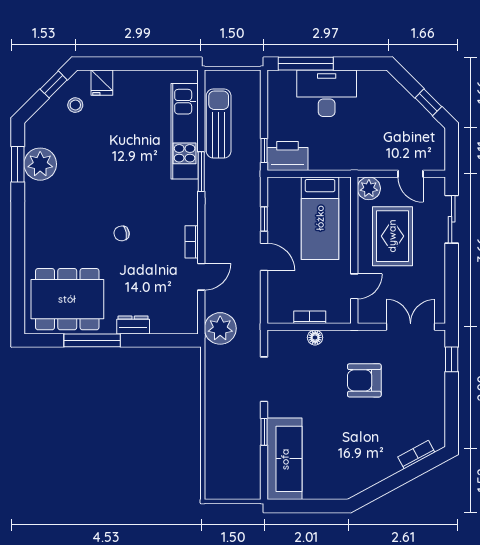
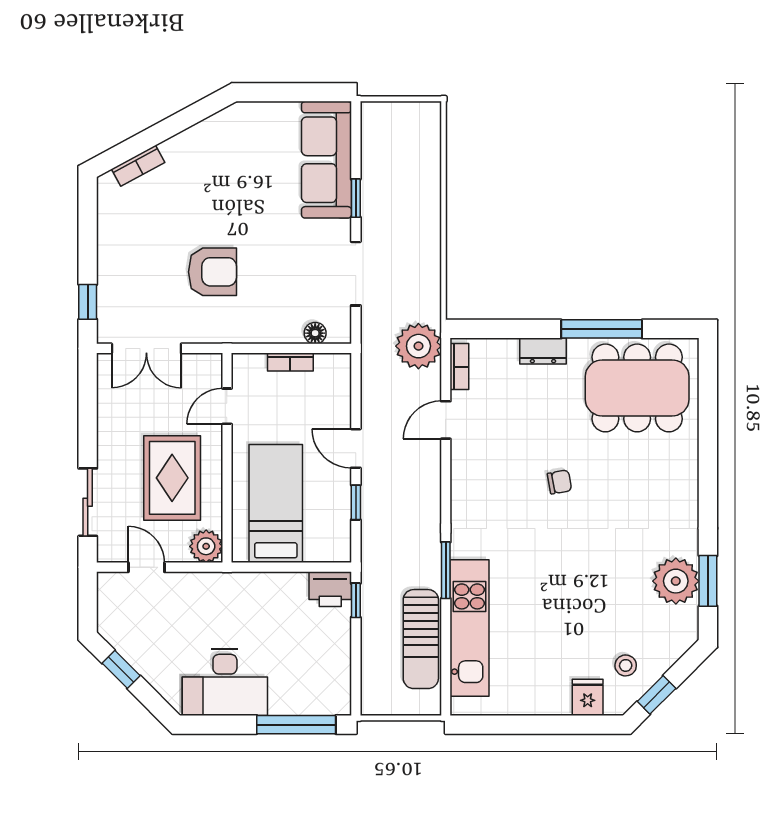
desk: (327, 93) -> (225, 682), moved
printer: (287, 156) -> (330, 589), width x0.73, depth x0.84
bookcase: (192, 242) -> (459, 367), moved
floor lamp: (315, 338) -> (315, 333), moved

